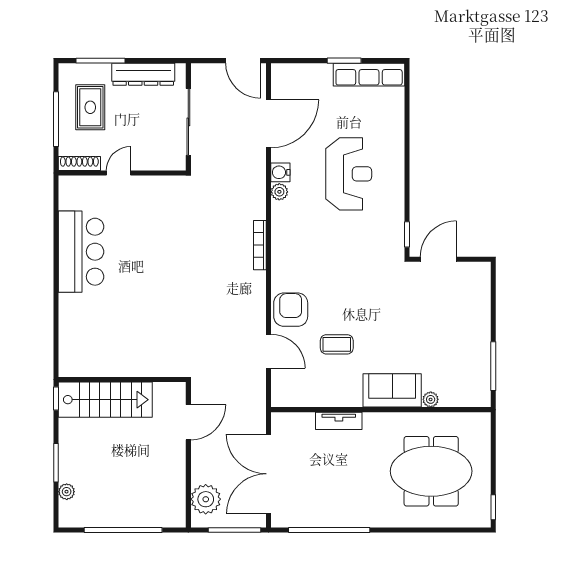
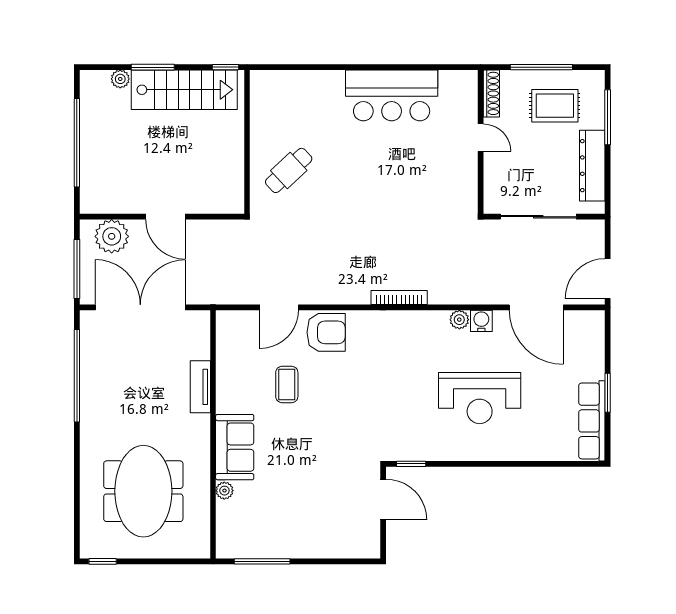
cafe table: (147, 343) -> (289, 170), added
stairs: (105, 400) -> (184, 90), moved, turned -90
door: (188, 422) -> (165, 217), moved

